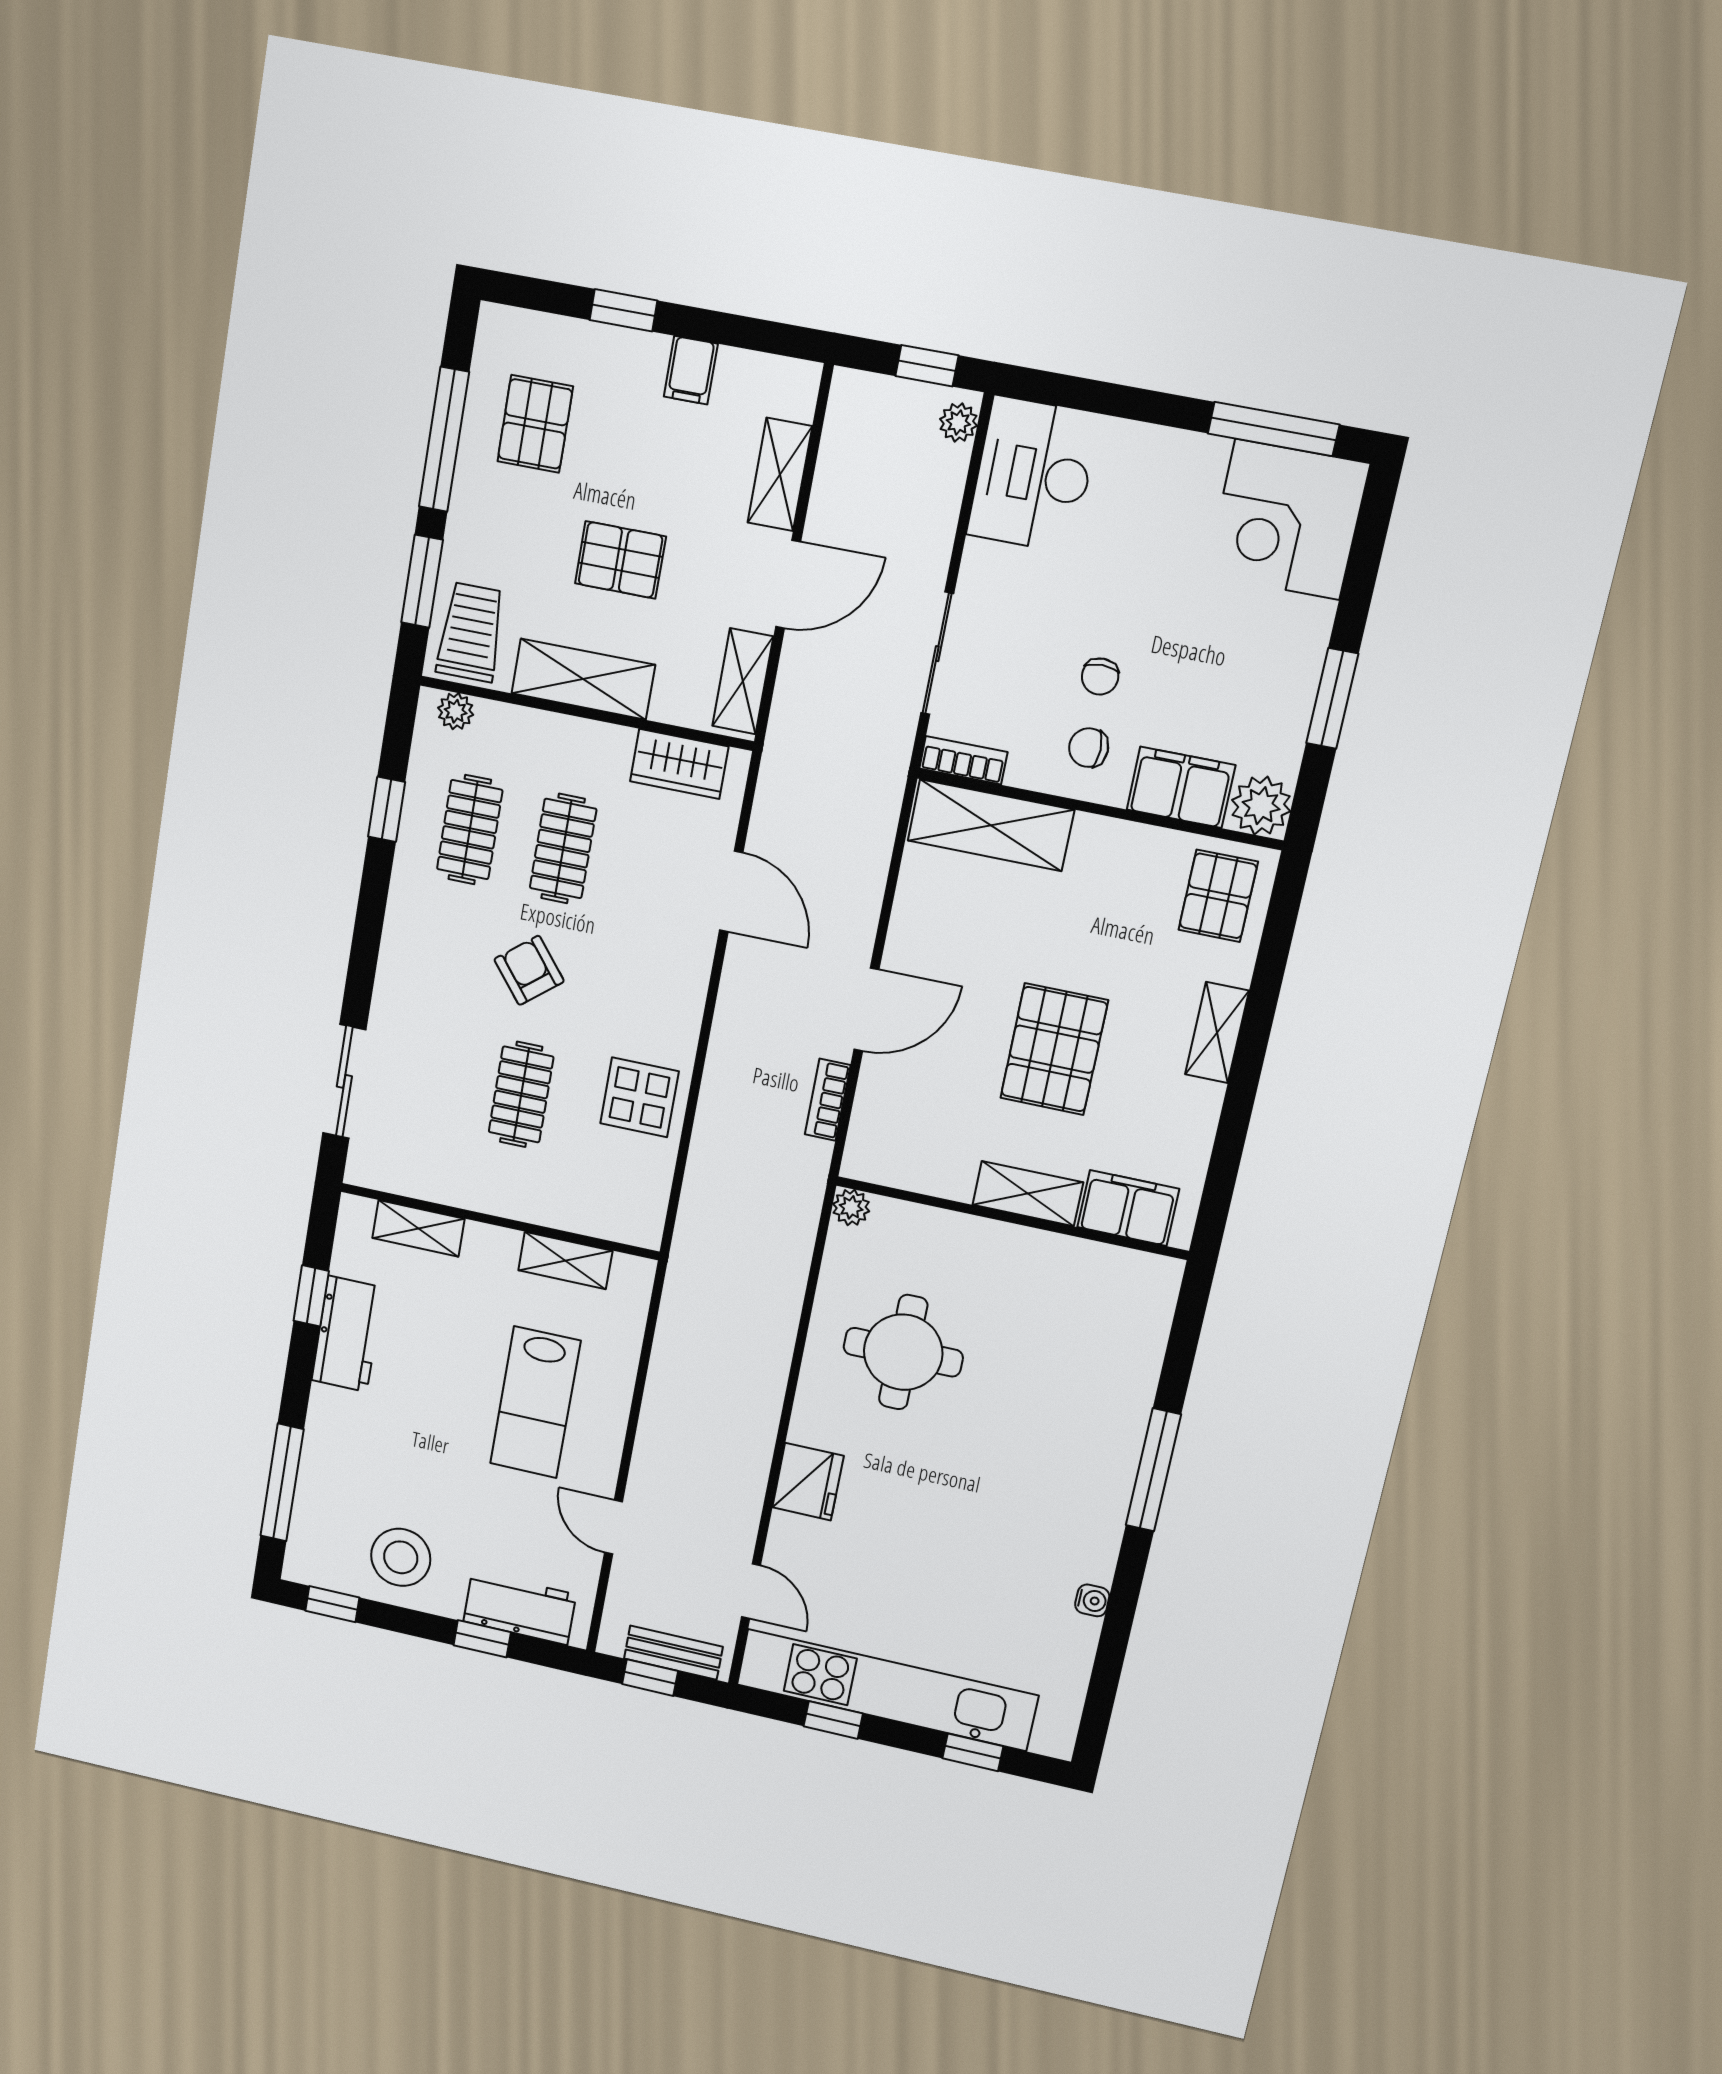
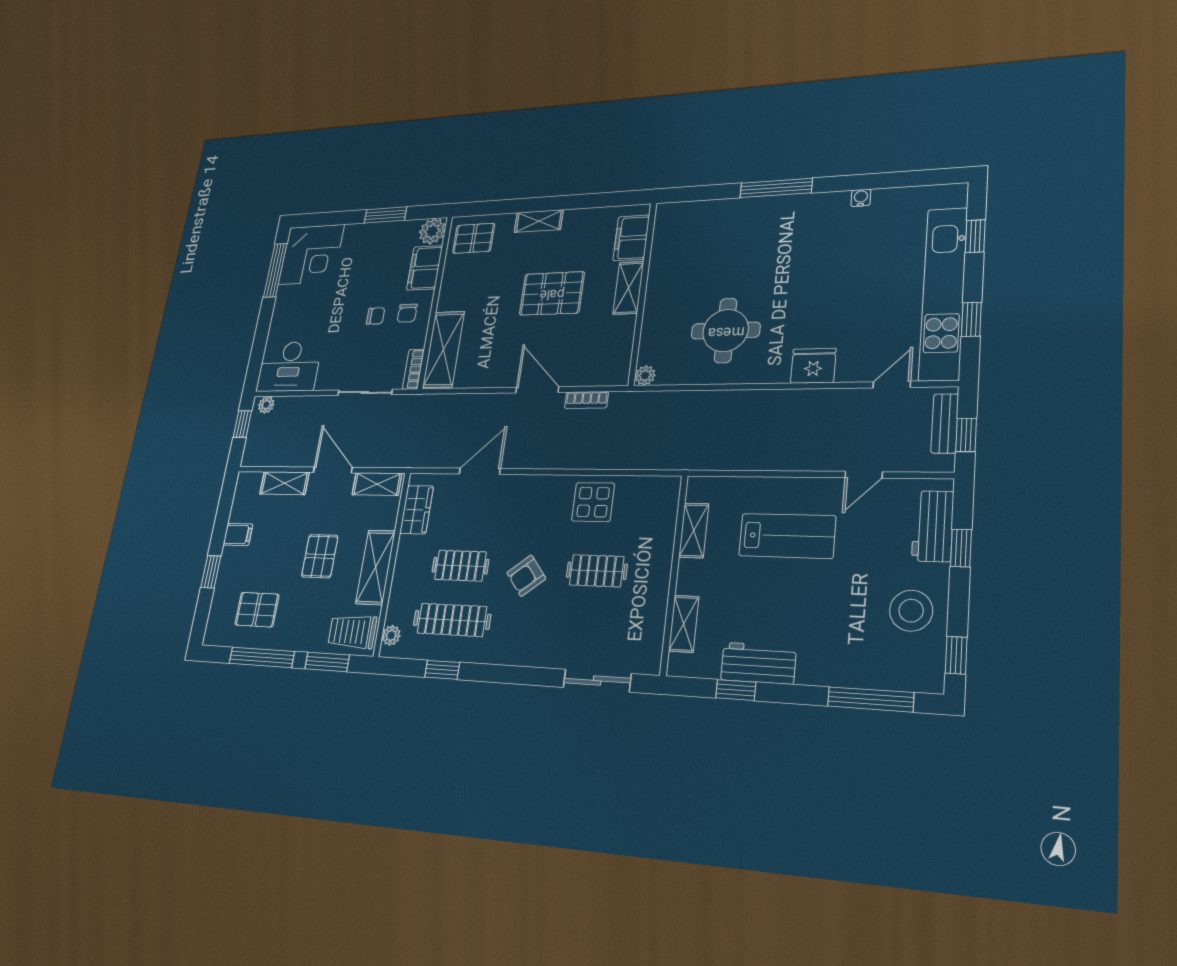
clothes rail: (470, 830) -> (452, 620), width x1.36

